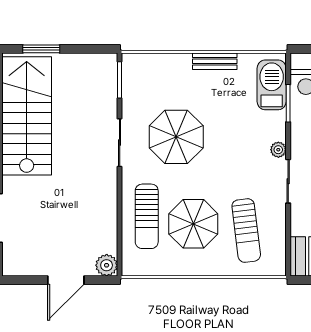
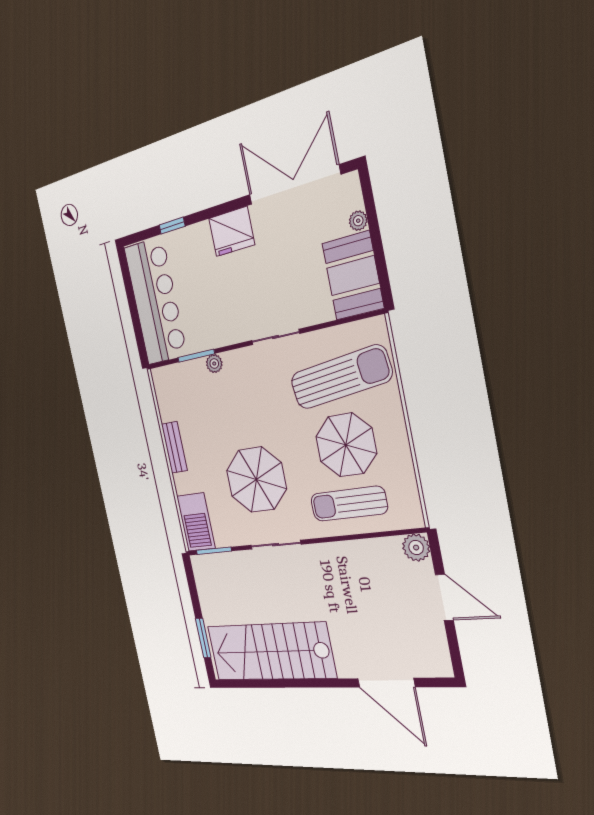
barbecue: (272, 85) -> (196, 522), moved, turned -90
plant: (278, 150) -> (214, 364), moved
sun lounger: (147, 216) -> (349, 504), turned 180
sun lounger: (246, 231) -> (341, 377), width x1.36, depth x1.34

